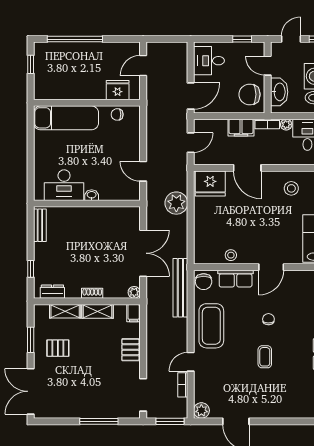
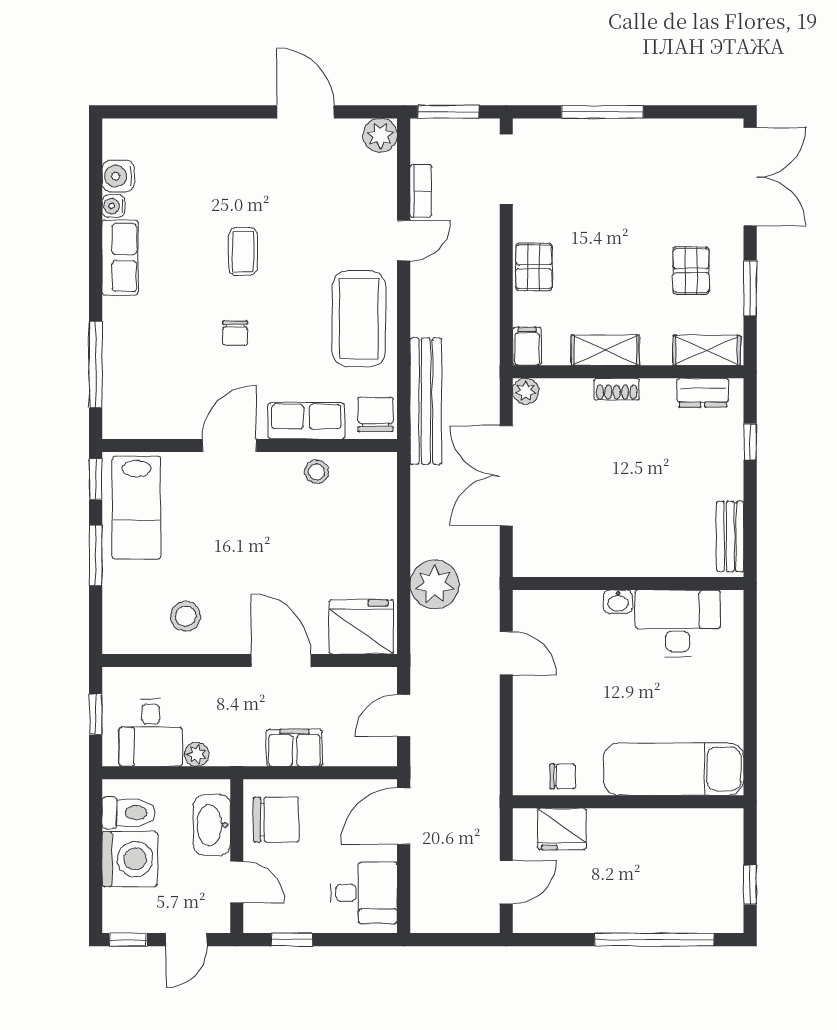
bookcase: (267, 124) -> (238, 756), removed
shelving: (65, 311) -> (707, 350), moved
pallet: (58, 348) -> (691, 271), turned 90

